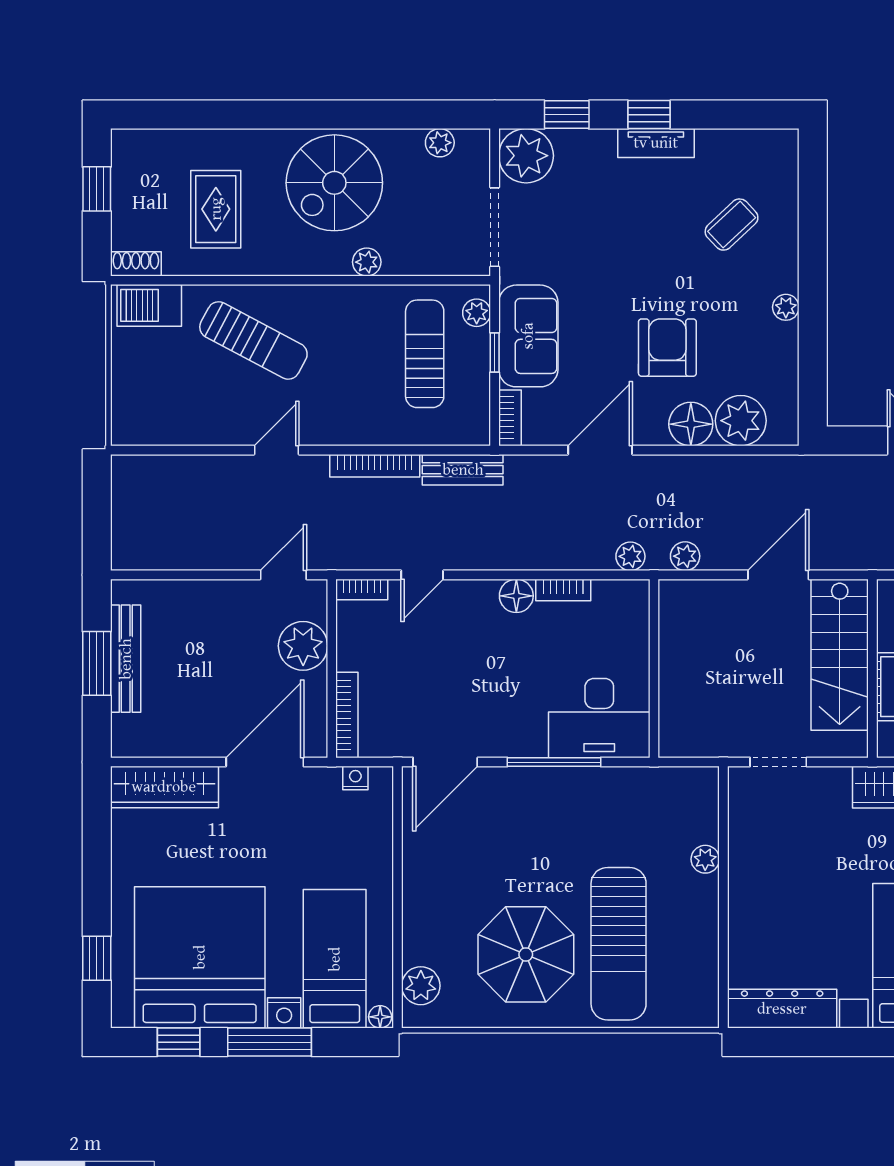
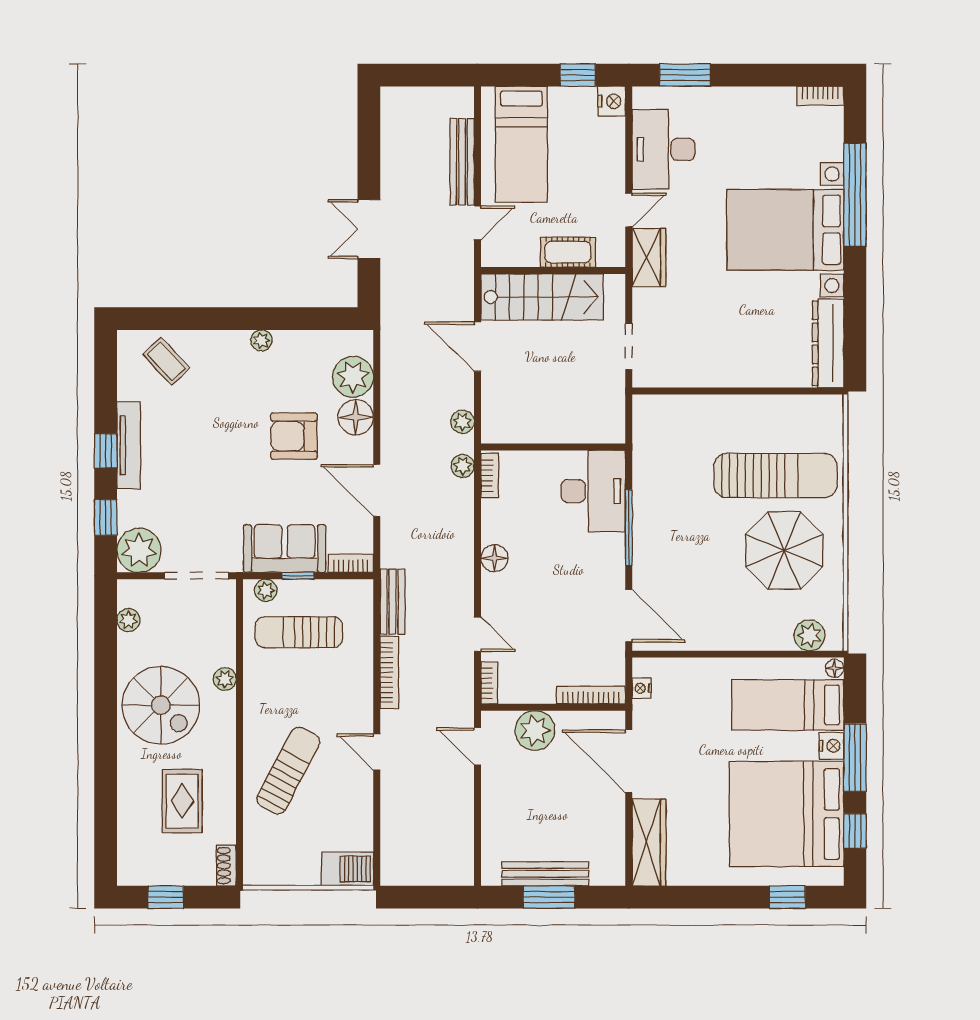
tv unit: (656, 143) -> (129, 445), width x1.41
rug: (216, 209) -> (182, 801), turned 90
coffee table: (732, 225) -> (166, 361), moved
barbecue: (149, 305) -> (347, 869), moved, turned -90
bookcase: (563, 590) -> (490, 475), moved
plant: (705, 859) -> (707, 406), removed

